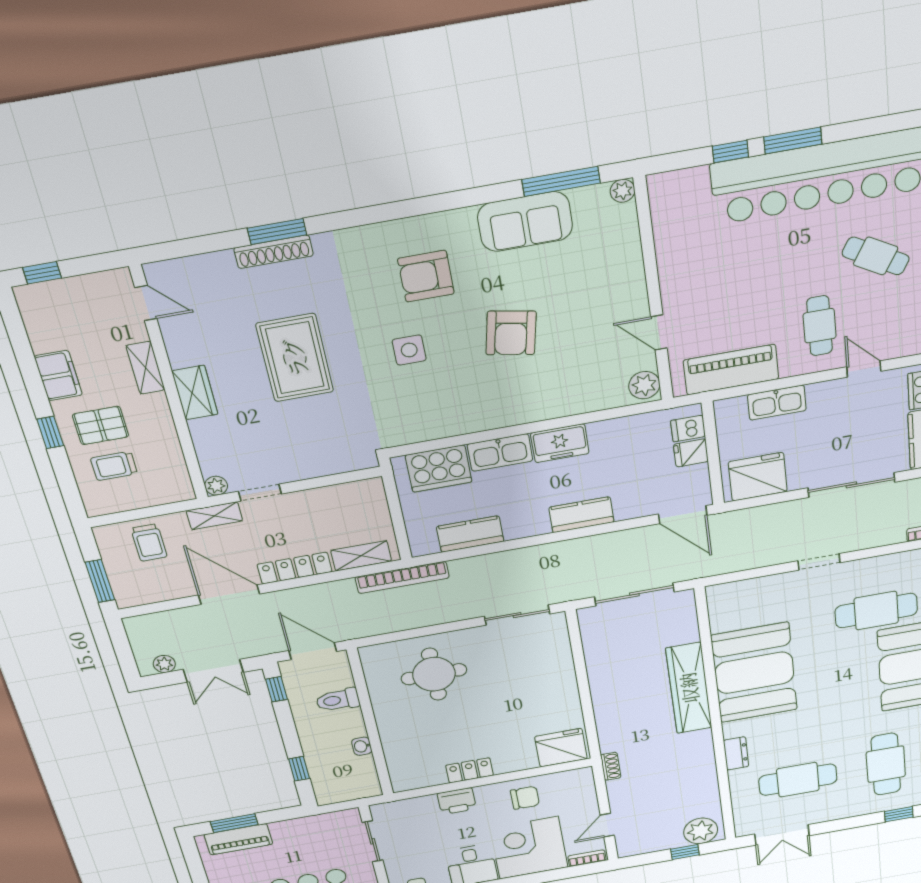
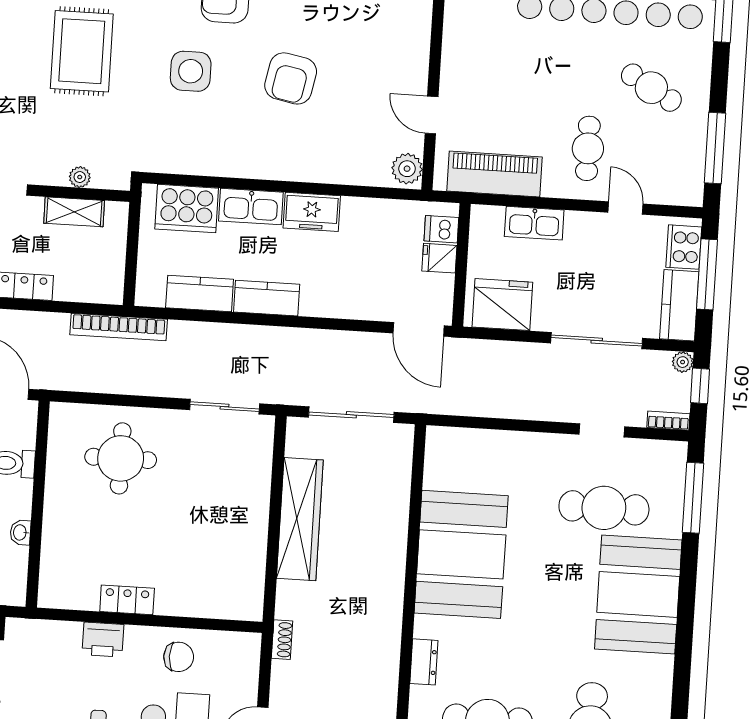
side table: (409, 350) -> (191, 71), width x1.37, depth x1.37
plant: (328, 466) -> (80, 177), added
kitchen counter: (581, 515) -> (267, 298), moved
shelving: (361, 556) -> (74, 212), moved
doorway: (819, 562) -> (602, 430), moved
wardrobe: (689, 688) -> (300, 519), moved, turned 180
fridge: (561, 748) -> (233, 597), removed

